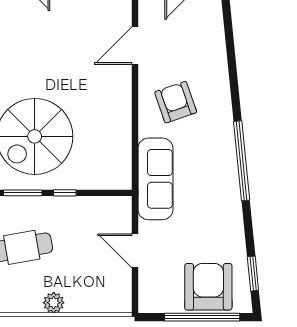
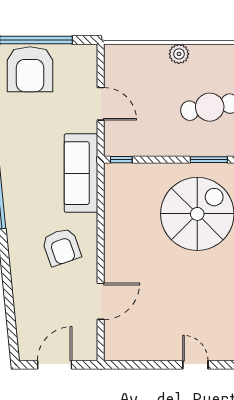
window: (65, 193) -> (121, 160), moved

